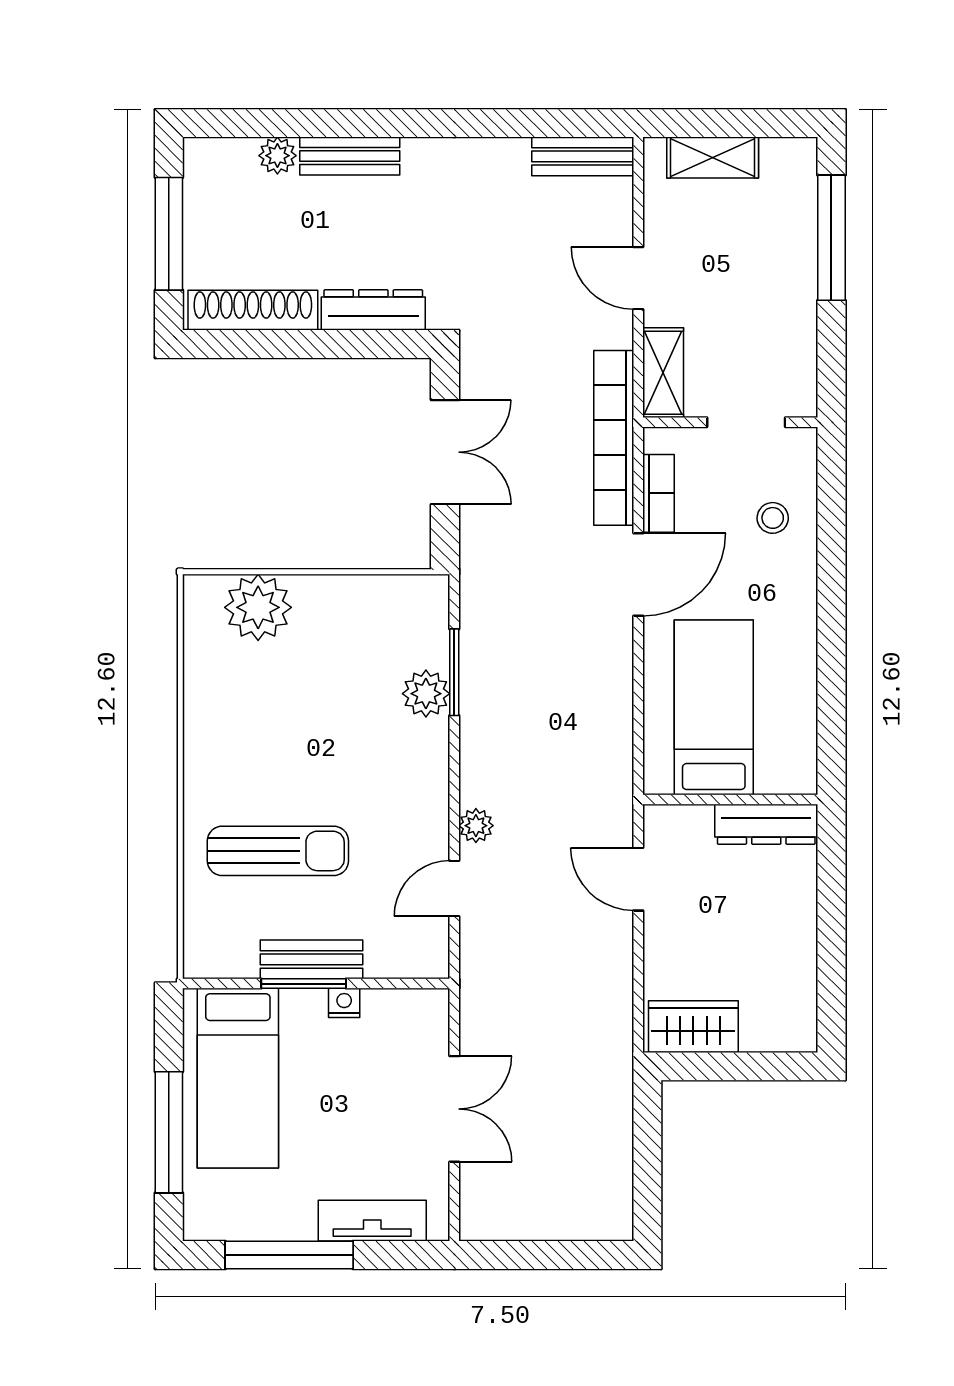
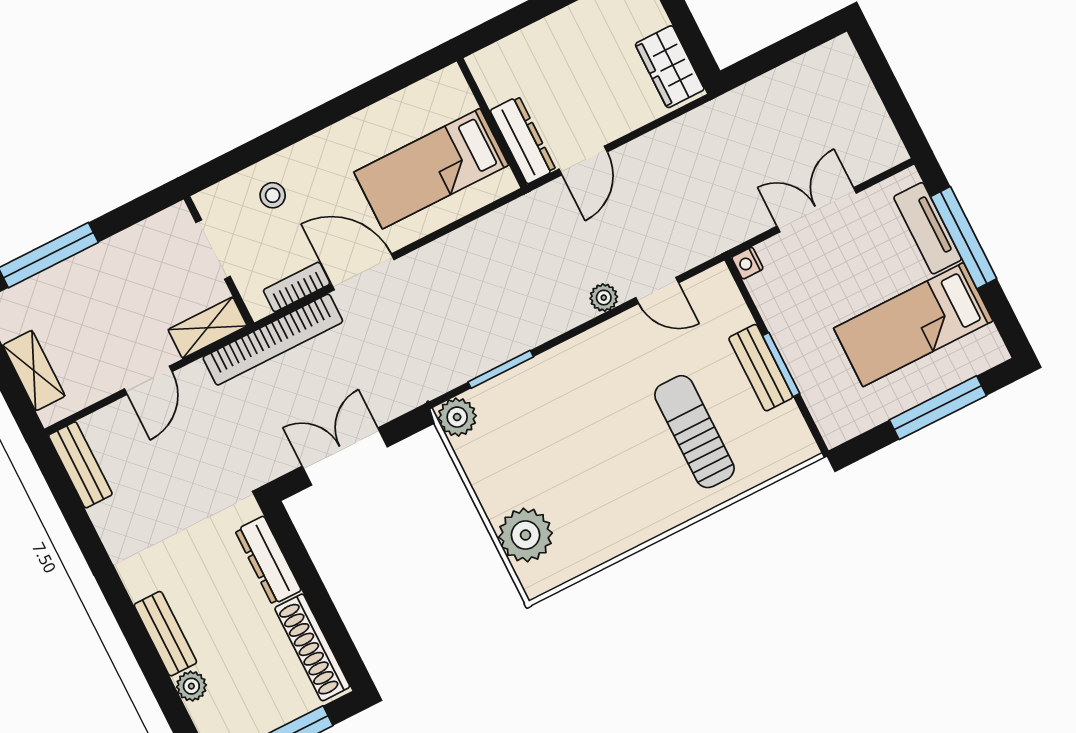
plant: (426, 694) -> (457, 417), moved
dresser: (766, 824) -> (523, 140), moved
nightstand: (344, 1003) -> (747, 263), moved
bed: (238, 1078) -> (913, 325), moved, turned 180
window: (289, 1255) -> (964, 238), moved

